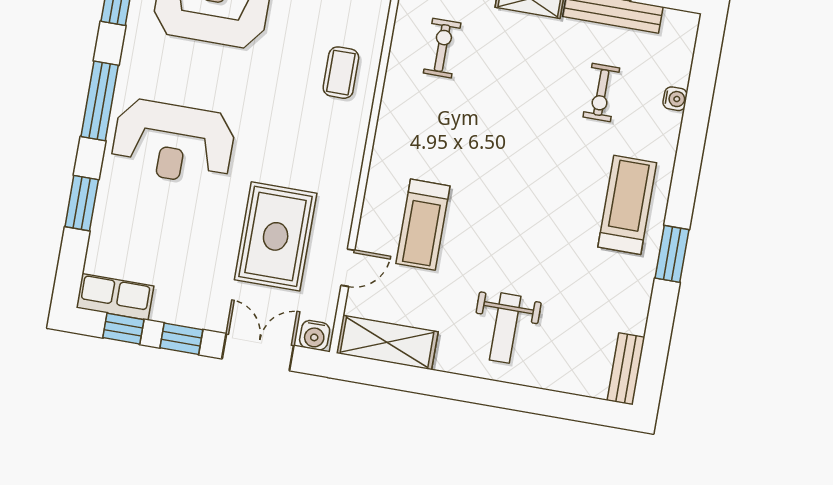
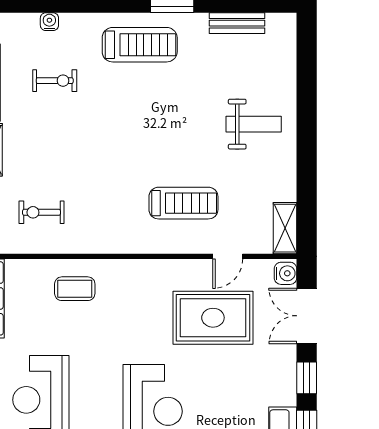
treadmill: (627, 205) -> (140, 45), turned 180
door: (348, 268) -> (228, 256), swing flipped
shelving: (387, 342) -> (285, 228), width x0.67, depth x0.75
bench: (626, 369) -> (237, 23), moved

